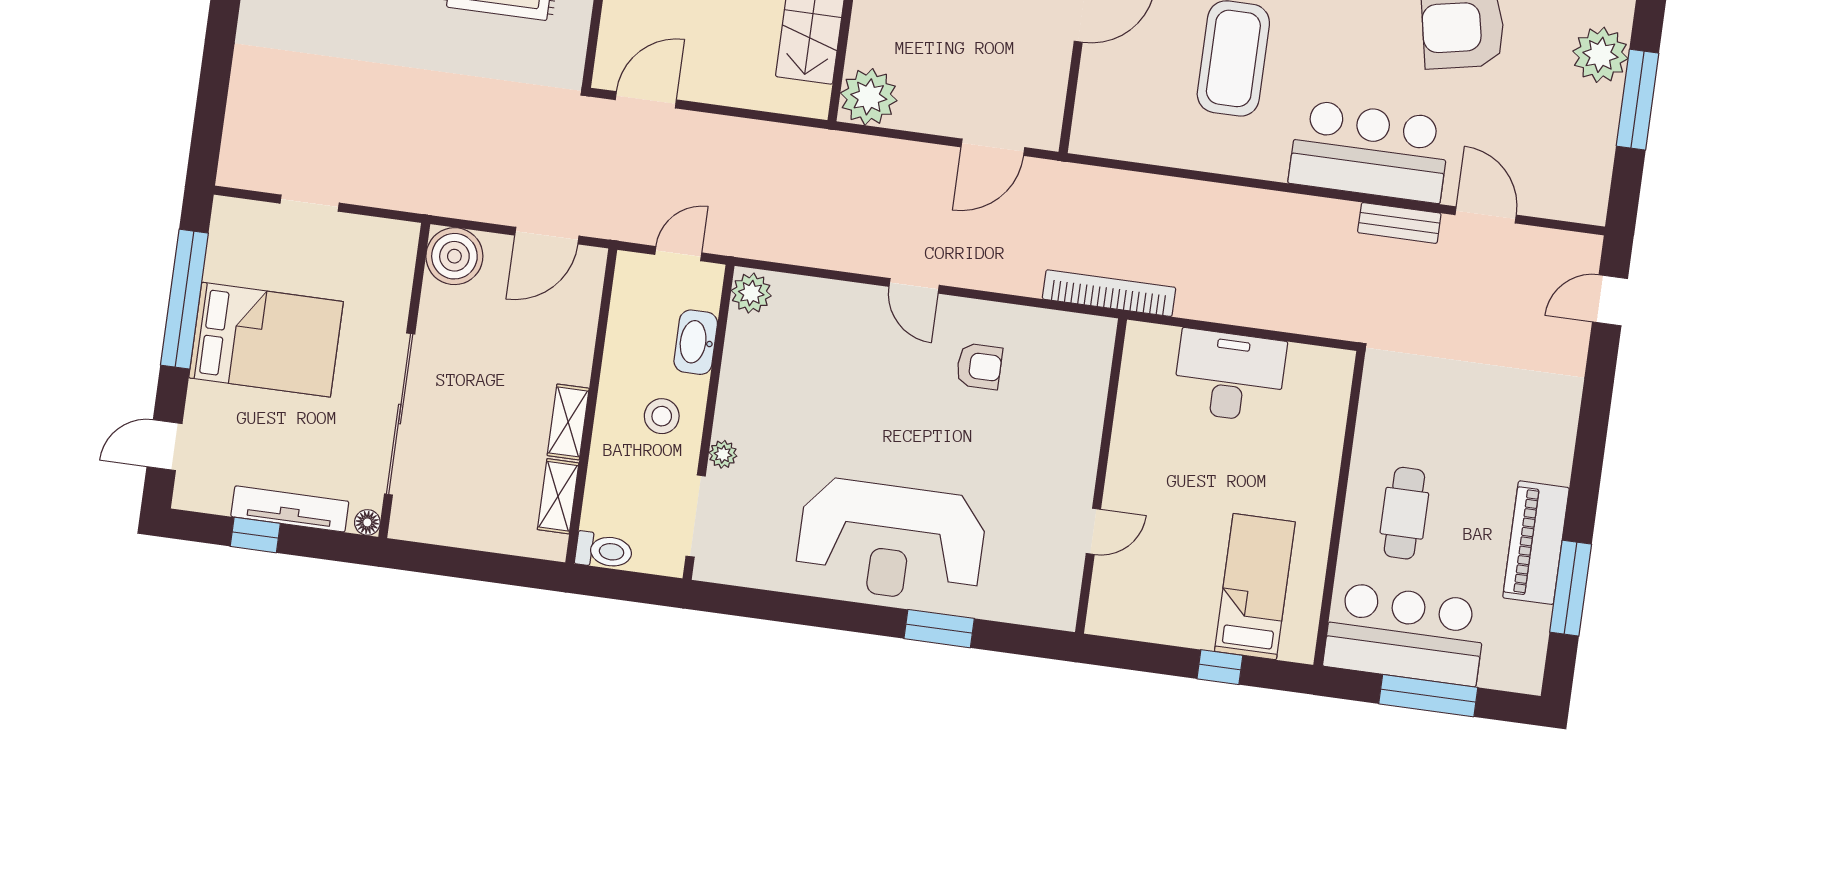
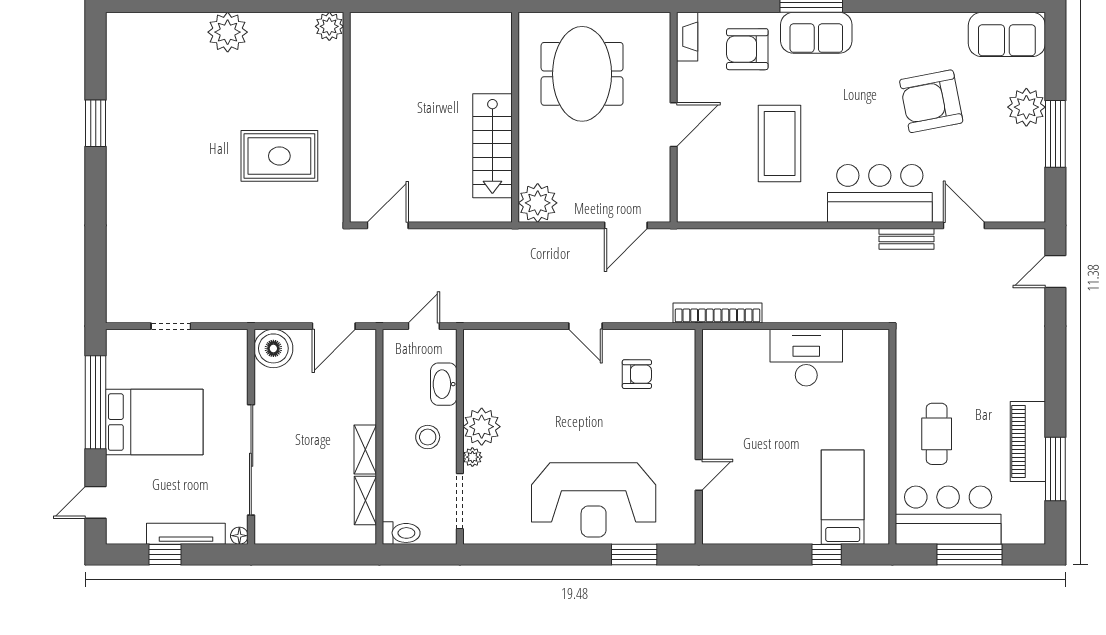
plant: (751, 293) -> (482, 427), moved, width x1.36, depth x1.36
wall: (1101, 476) -> (699, 437), moved
door: (1093, 531) -> (699, 475), moved

